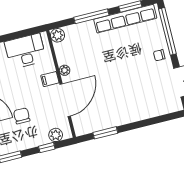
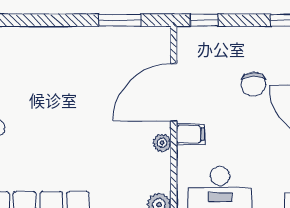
plant: (56, 135) -> (204, 38), removed
window: (47, 148) -> (204, 20), moved

